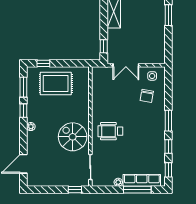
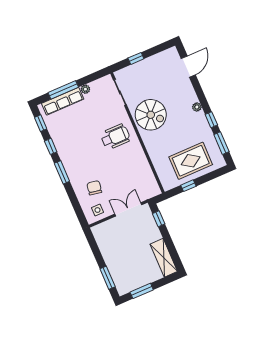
window: (43, 63) -> (188, 186), moved
window: (75, 190) -> (136, 58), moved

